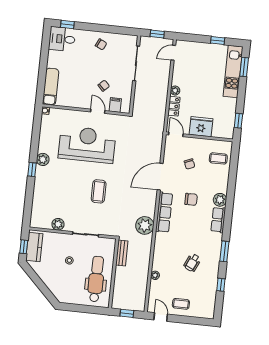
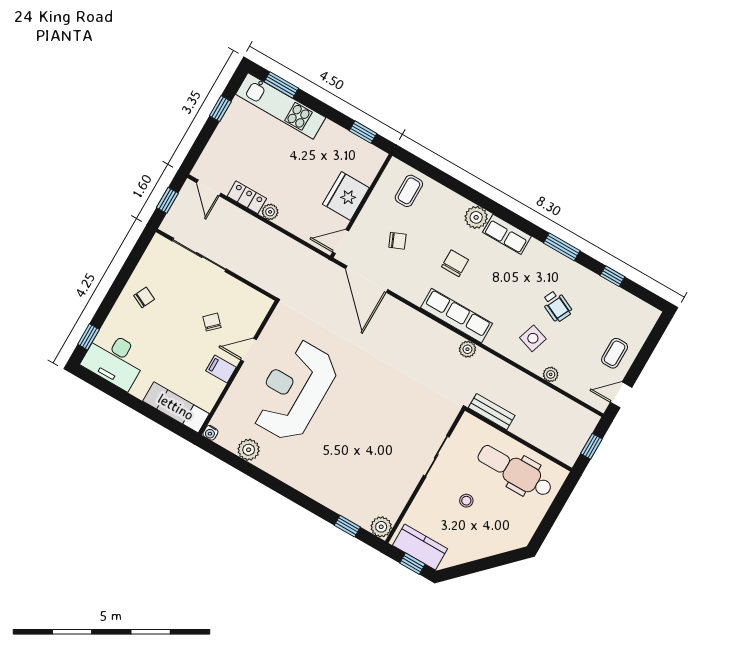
desk: (62, 39) -> (115, 360), width x1.37
filing cabinet: (115, 105) -> (221, 369), moved
locker: (174, 106) -> (247, 197), moved
plant: (43, 159) -> (249, 450), moved
window: (32, 170) -> (347, 526), moved
door: (160, 177) -> (367, 279), moved
coffee table: (99, 191) -> (377, 405), removed
plant: (58, 224) -> (381, 527), moved
plant: (145, 225) -> (467, 349), width x0.53, depth x0.53
side table: (170, 258) -> (533, 338), added

